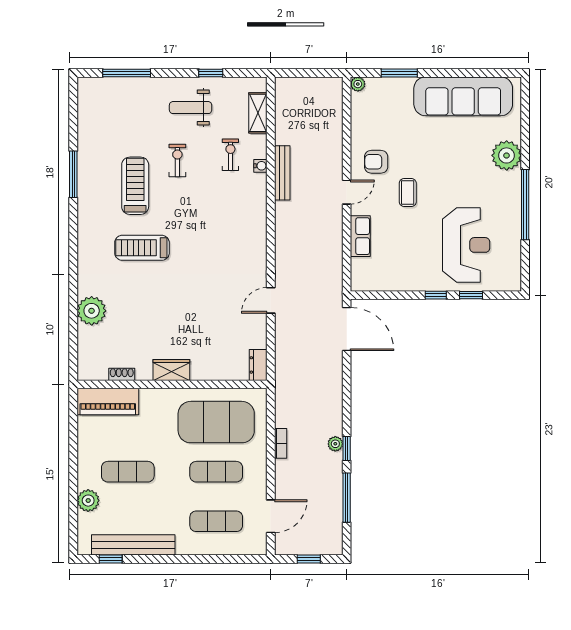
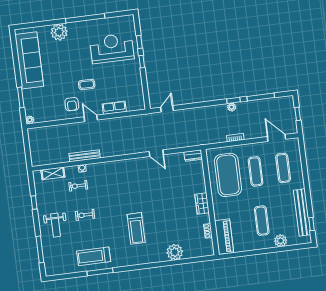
weight bench: (191, 108) -> (56, 225), moved
treadmill: (135, 186) -> (94, 256), moved
door: (347, 329) -> (167, 109), width x0.53

